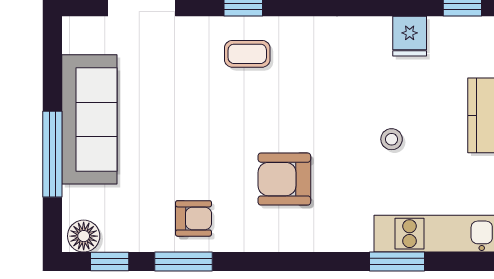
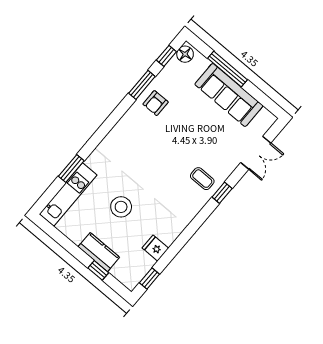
coffee table: (247, 54) -> (202, 179), turned 90
stool: (392, 139) -> (121, 207), width x1.89, depth x1.89
armchair: (284, 179) -> (141, 152), removed

